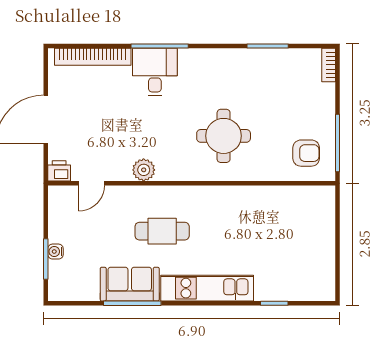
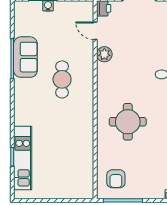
plant: (144, 170) -> (104, 54), moved
kitchen unit: (207, 288) -> (23, 158), moved

